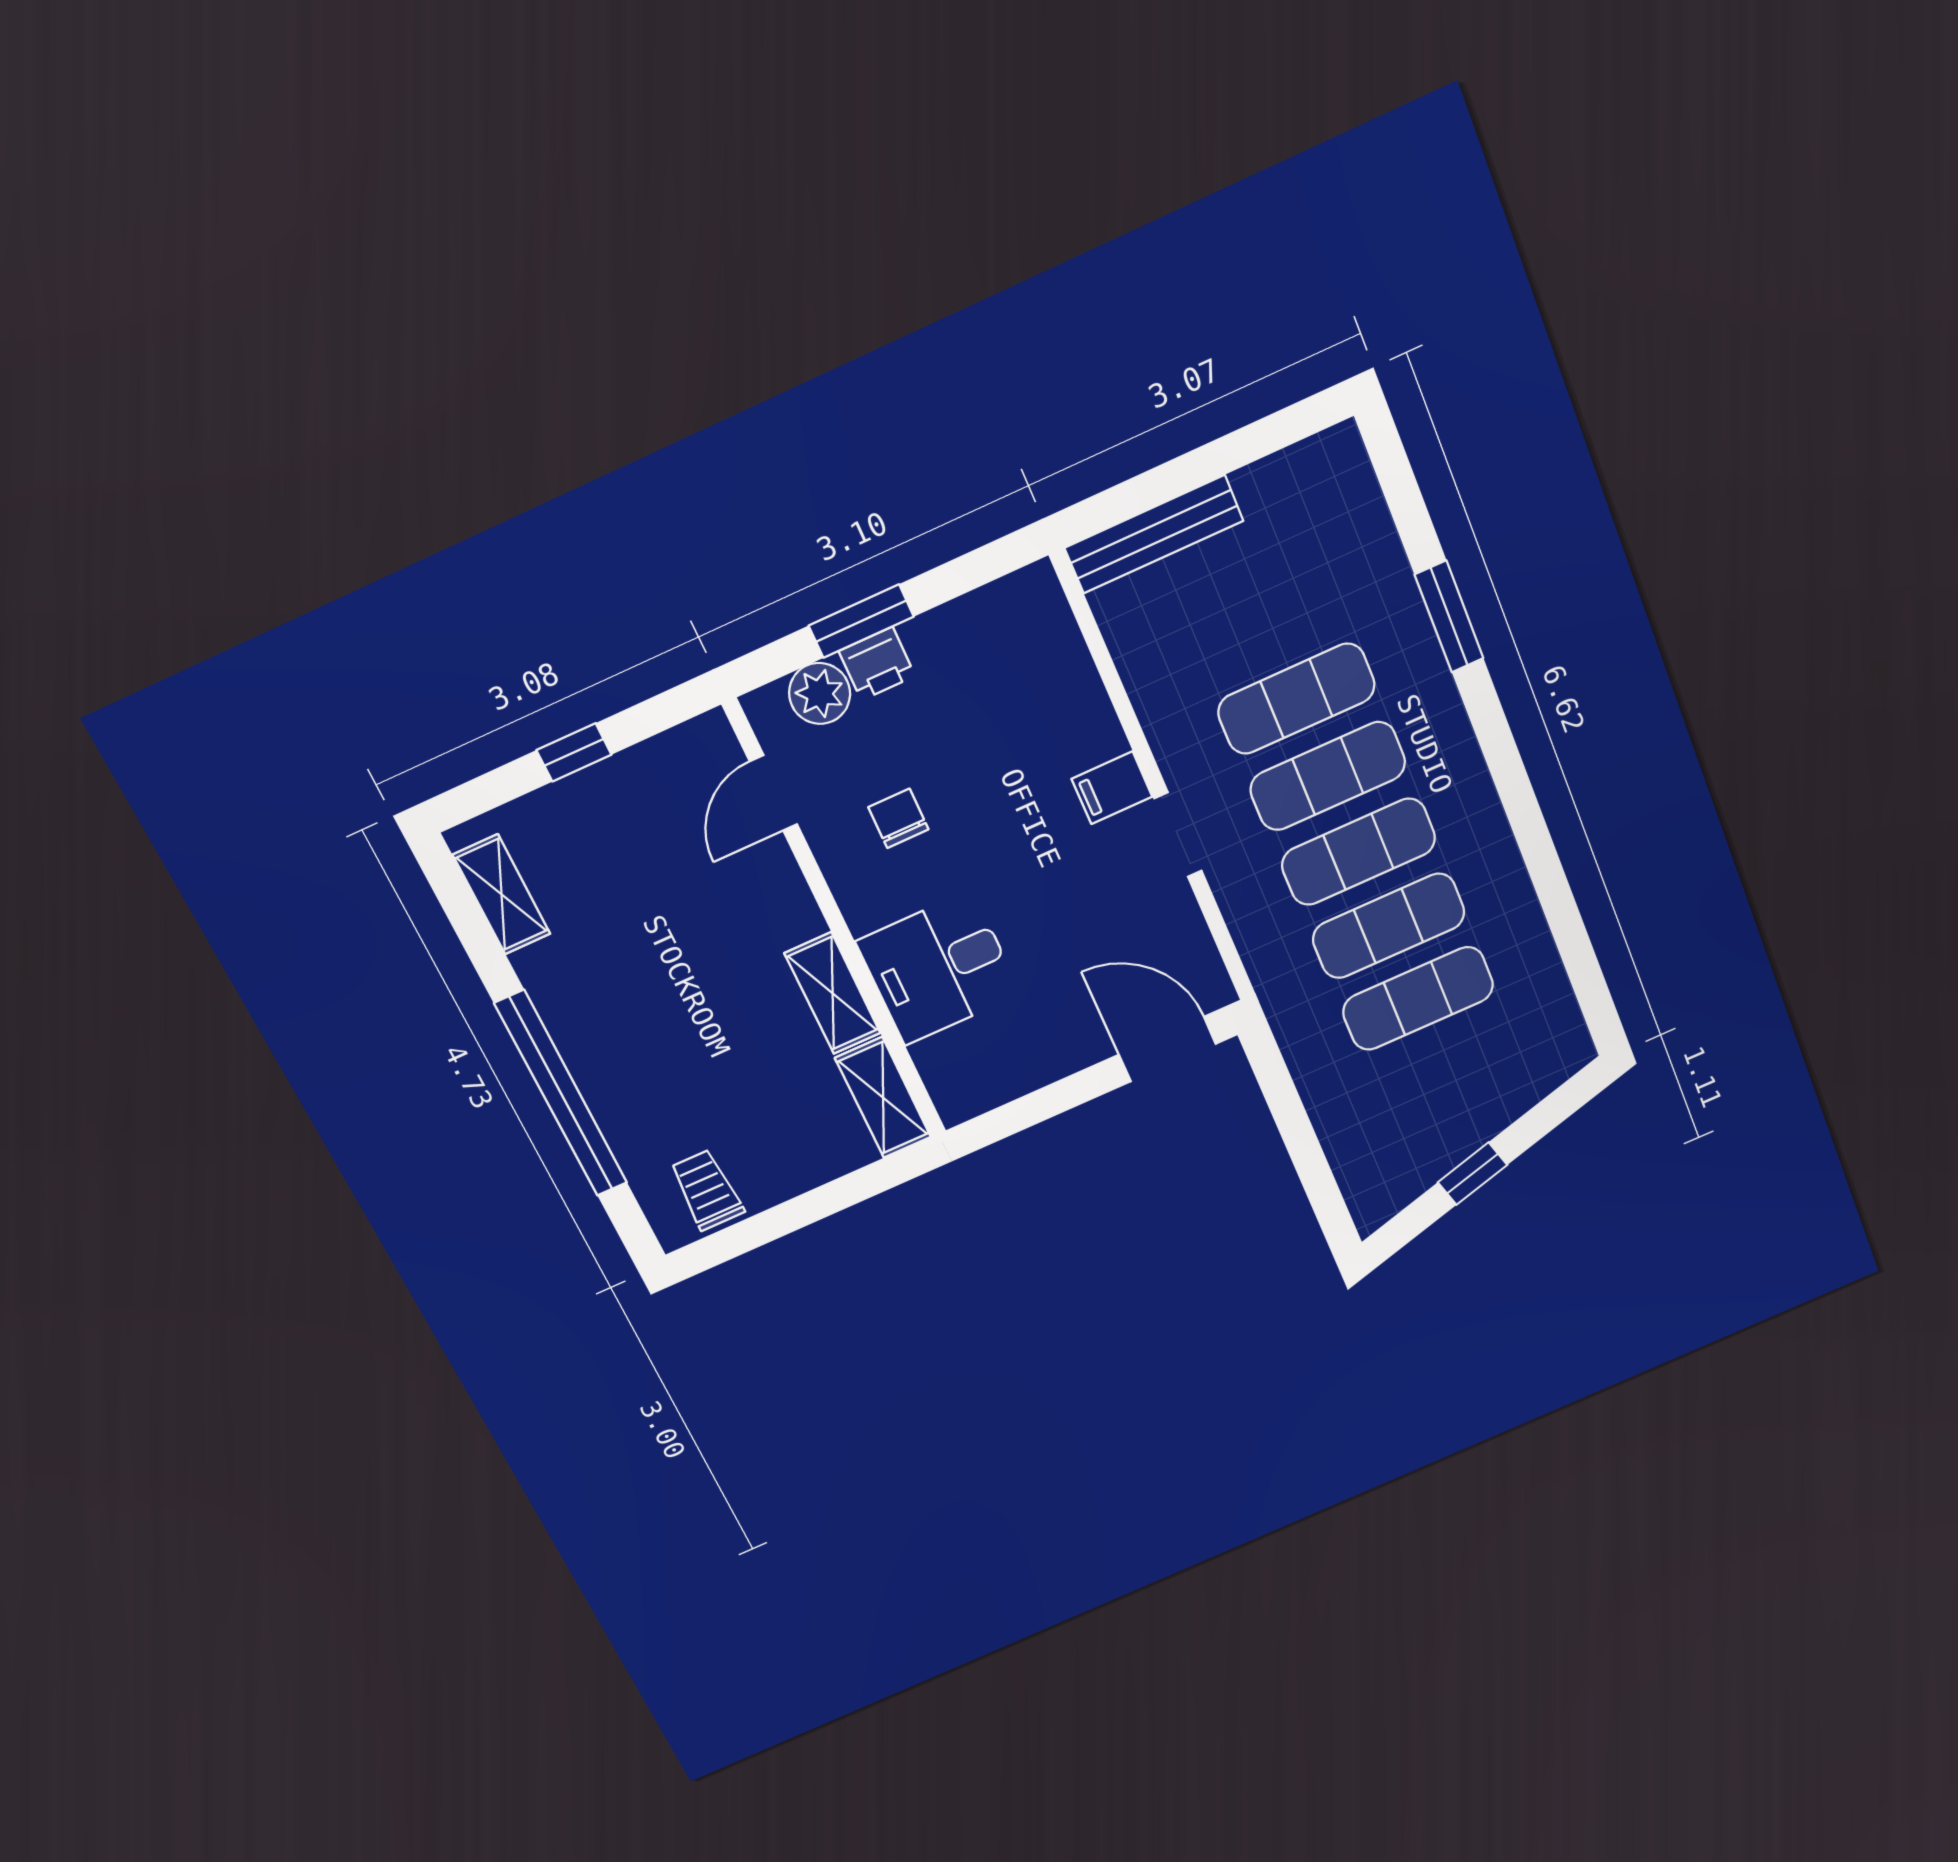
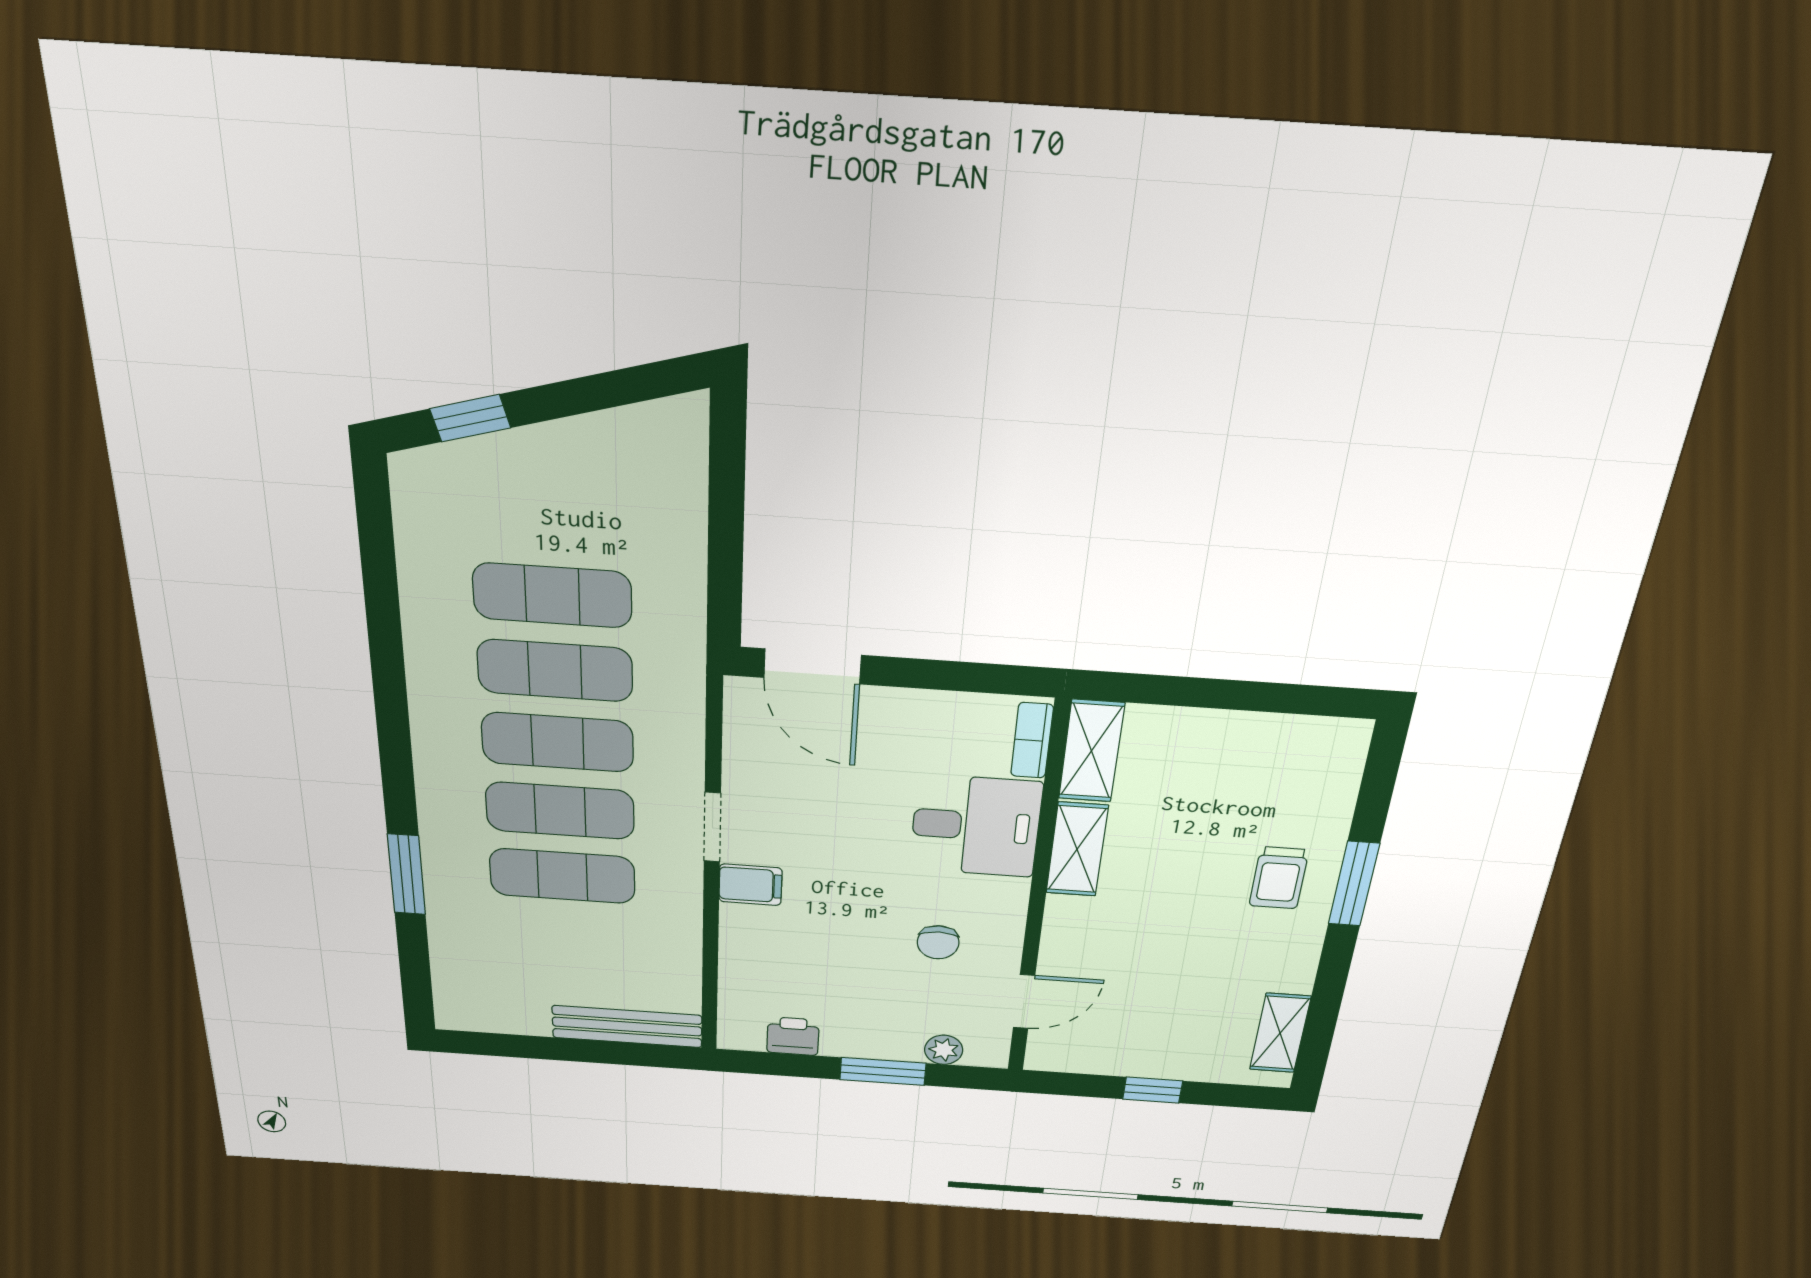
printer: (877, 664) -> (793, 1036), moved
plant: (820, 693) -> (944, 1050), width x0.73, depth x0.73
bookcase: (940, 1080) -> (1032, 740), added
window: (561, 1094) -> (1354, 884), width x0.47
window: (1472, 1174) -> (470, 418), moved
trolley: (707, 1190) -> (1279, 878), moved

